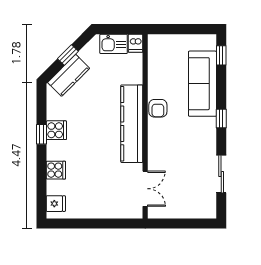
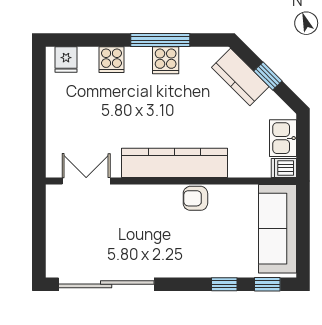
sofa: (202, 84) -> (277, 229), moved, turned -90
window: (221, 118) -> (224, 284), moved
window: (41, 134) -> (160, 40), width x2.17
sliding door: (221, 174) -> (106, 284), width x1.86
double door: (145, 189) -> (86, 181), swing flipped

